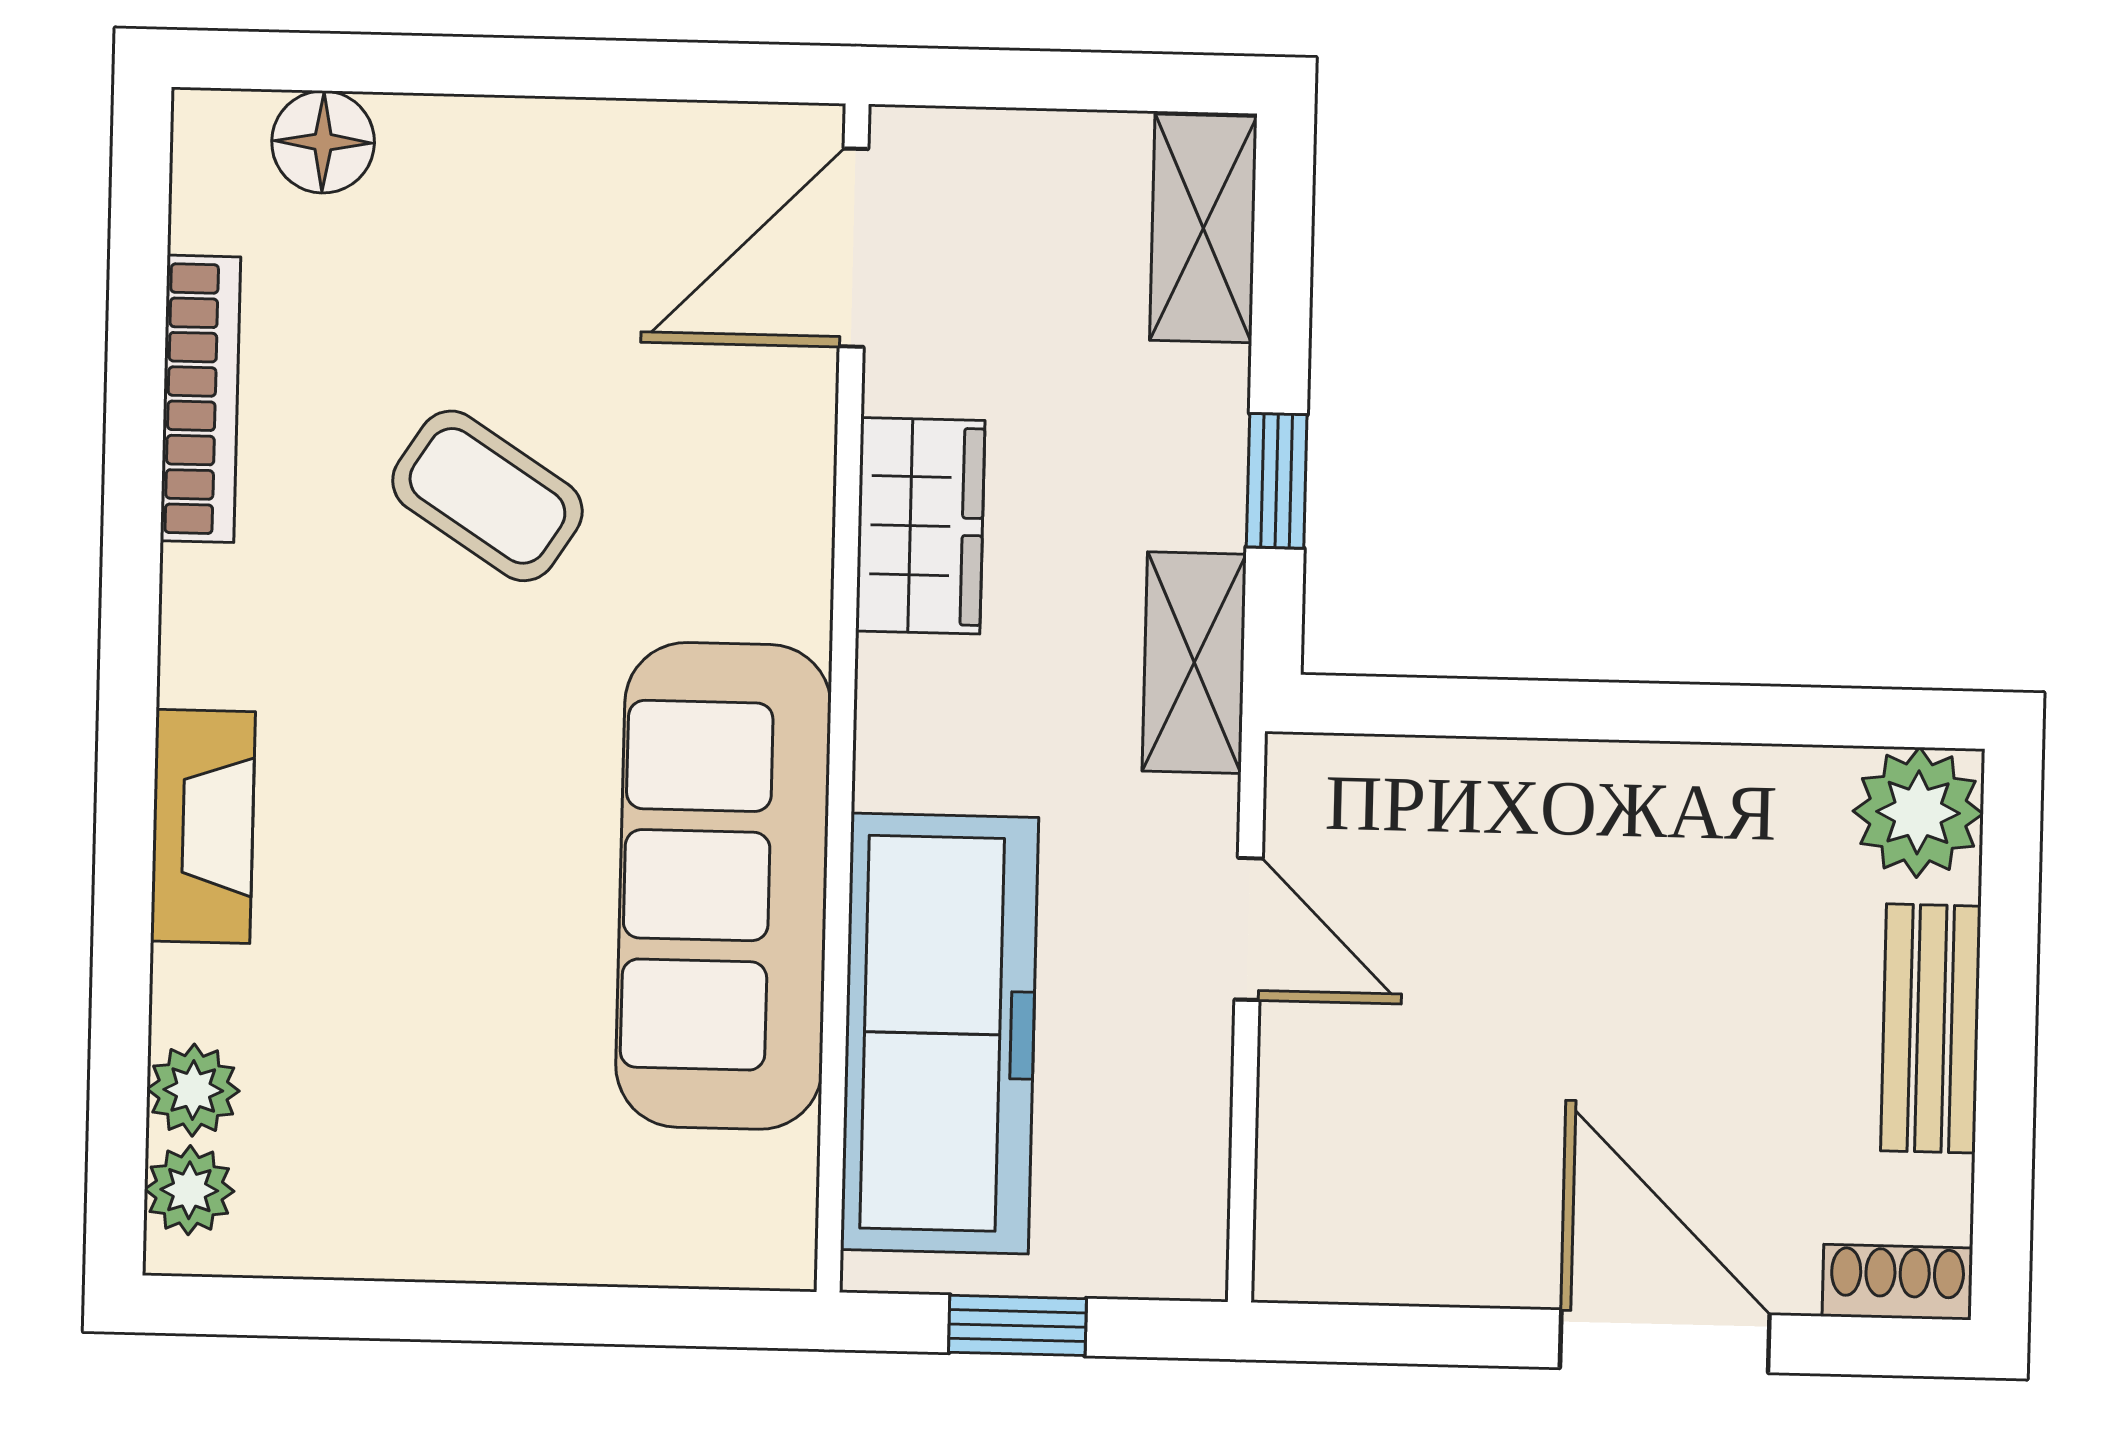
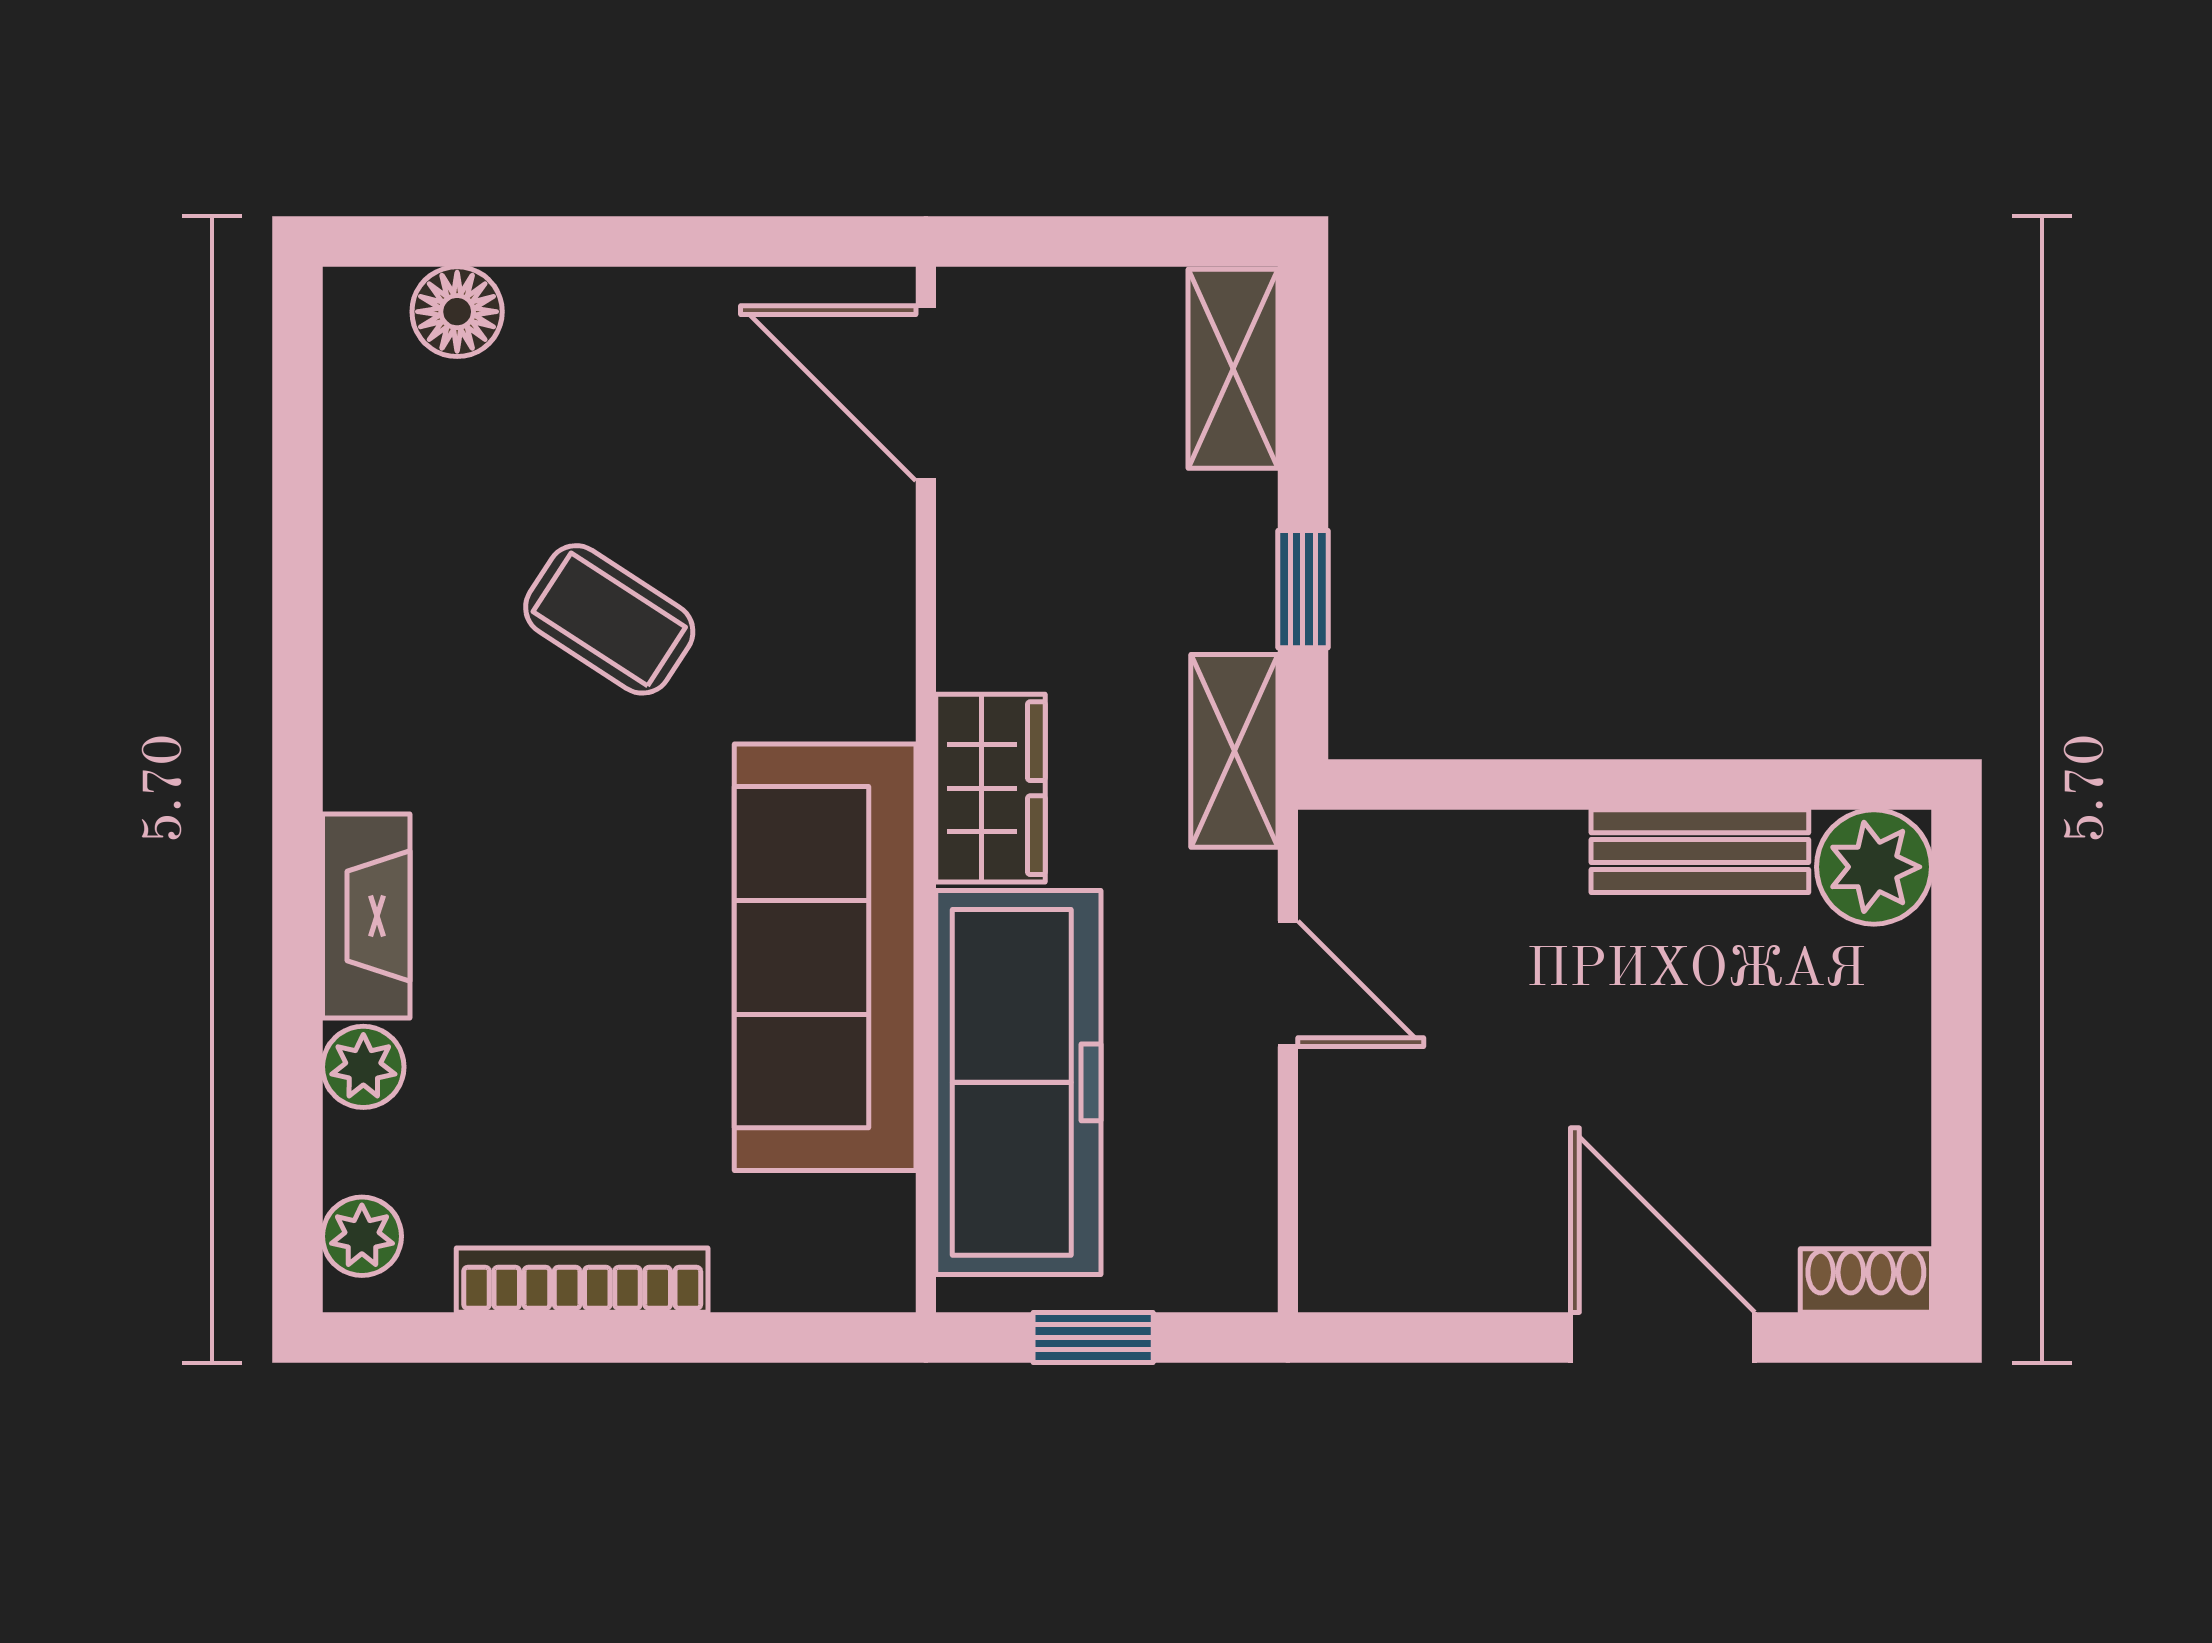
door: (854, 248) -> (926, 393), hinge flipped
bookcase: (200, 399) -> (582, 1280), moved, turned -90
wardrobe: (920, 526) -> (990, 788), moved
bench: (1931, 1028) -> (1700, 851), moved, turned 90
plant: (193, 1090) -> (363, 1067), moved

